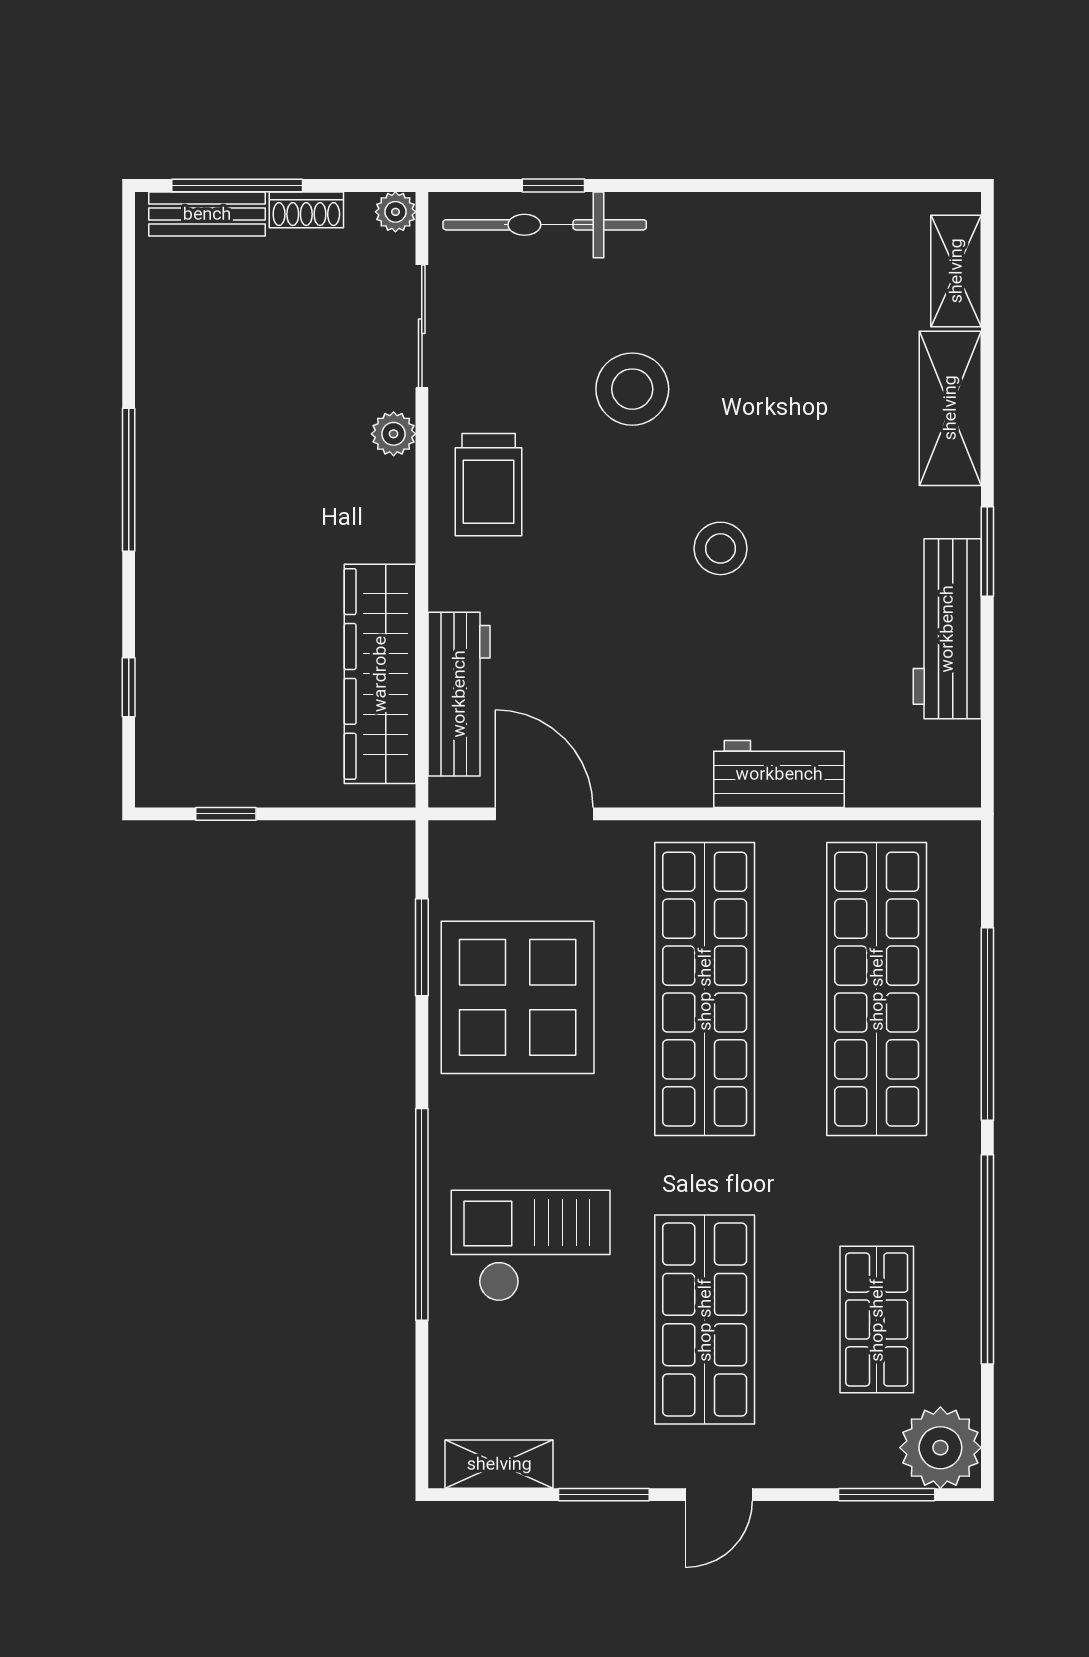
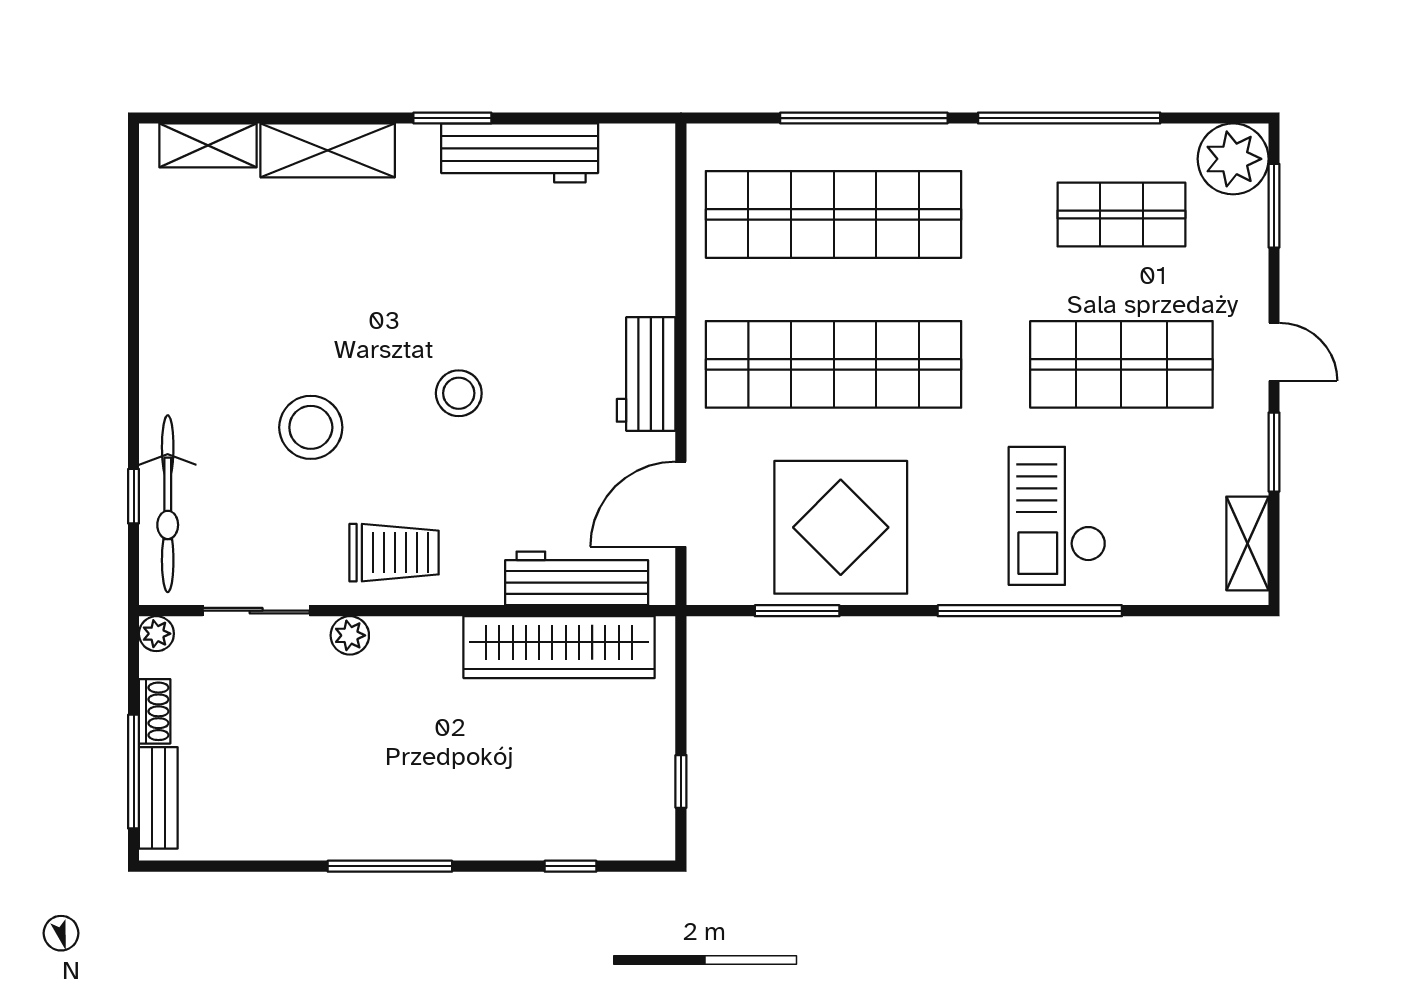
stool: (721, 548) -> (459, 393), moved
workbench: (779, 774) -> (646, 374), moved

